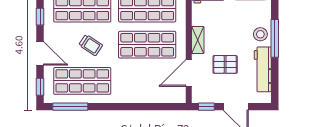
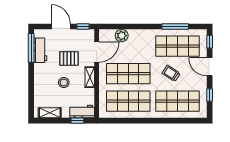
stool: (260, 34) -> (64, 82), moved
window: (275, 38) -> (31, 48), moved
workbench: (263, 69) -> (40, 50), width x0.73
plant: (156, 95) -> (122, 36), added
window: (70, 107) -> (175, 27), moved

